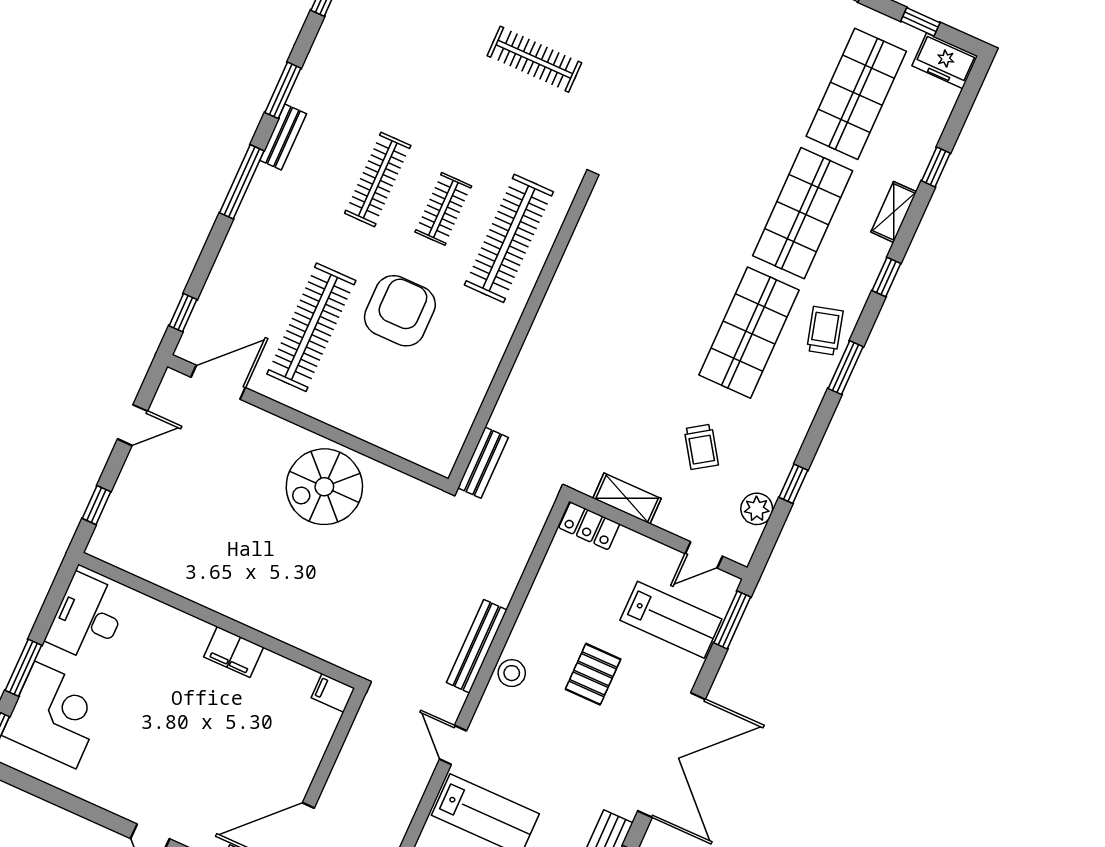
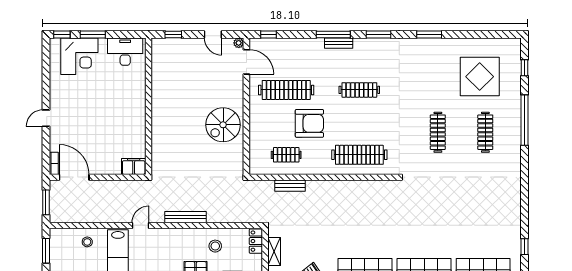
bench: (283, 137) -> (339, 43), moved
clothes rail: (443, 209) -> (286, 155), moved
plant: (173, 381) -> (239, 43), added
bench: (483, 463) -> (290, 186), moved
spiral stairs: (324, 487) -> (223, 125), turned -90
filing cabinet: (234, 652) -> (138, 118), removed
stool: (512, 673) -> (215, 246), moved
filing cabinet: (333, 693) -> (134, 166), width x2.00

